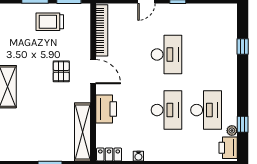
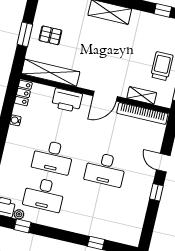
shelving: (84, 35) -> (142, 95), added
pallet: (61, 71) -> (50, 35), moved

